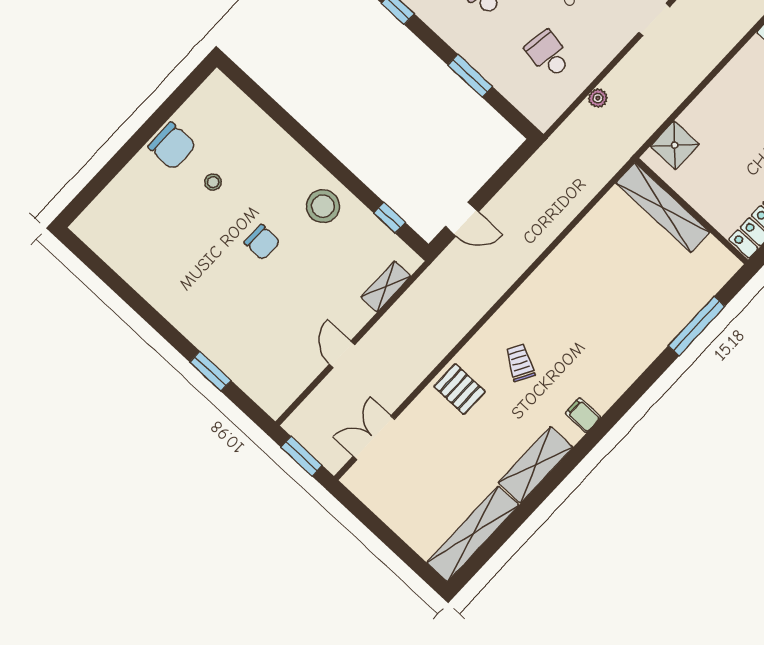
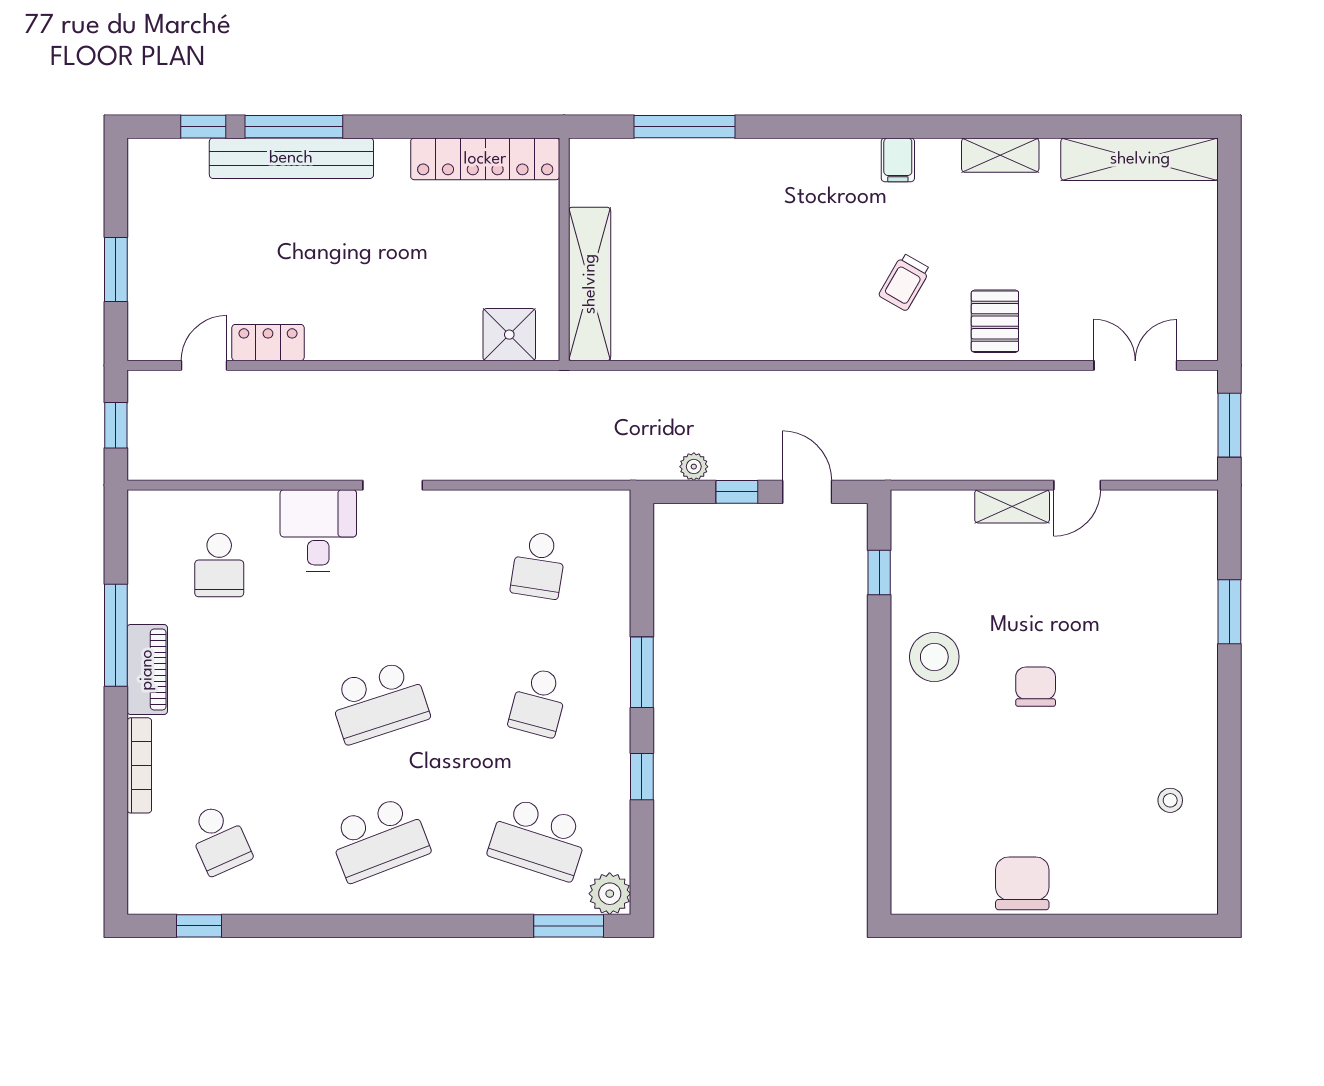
window: (470, 76) -> (642, 672), moved
plant: (598, 98) -> (694, 467), moved
stool: (213, 182) -> (1170, 800), moved
window: (494, 185) -> (737, 492), added
shelving: (386, 286) -> (1012, 506), moved
double door: (374, 438) -> (1135, 365), swing flipped
shelving: (536, 465) -> (1000, 155), width x0.67, depth x0.75

